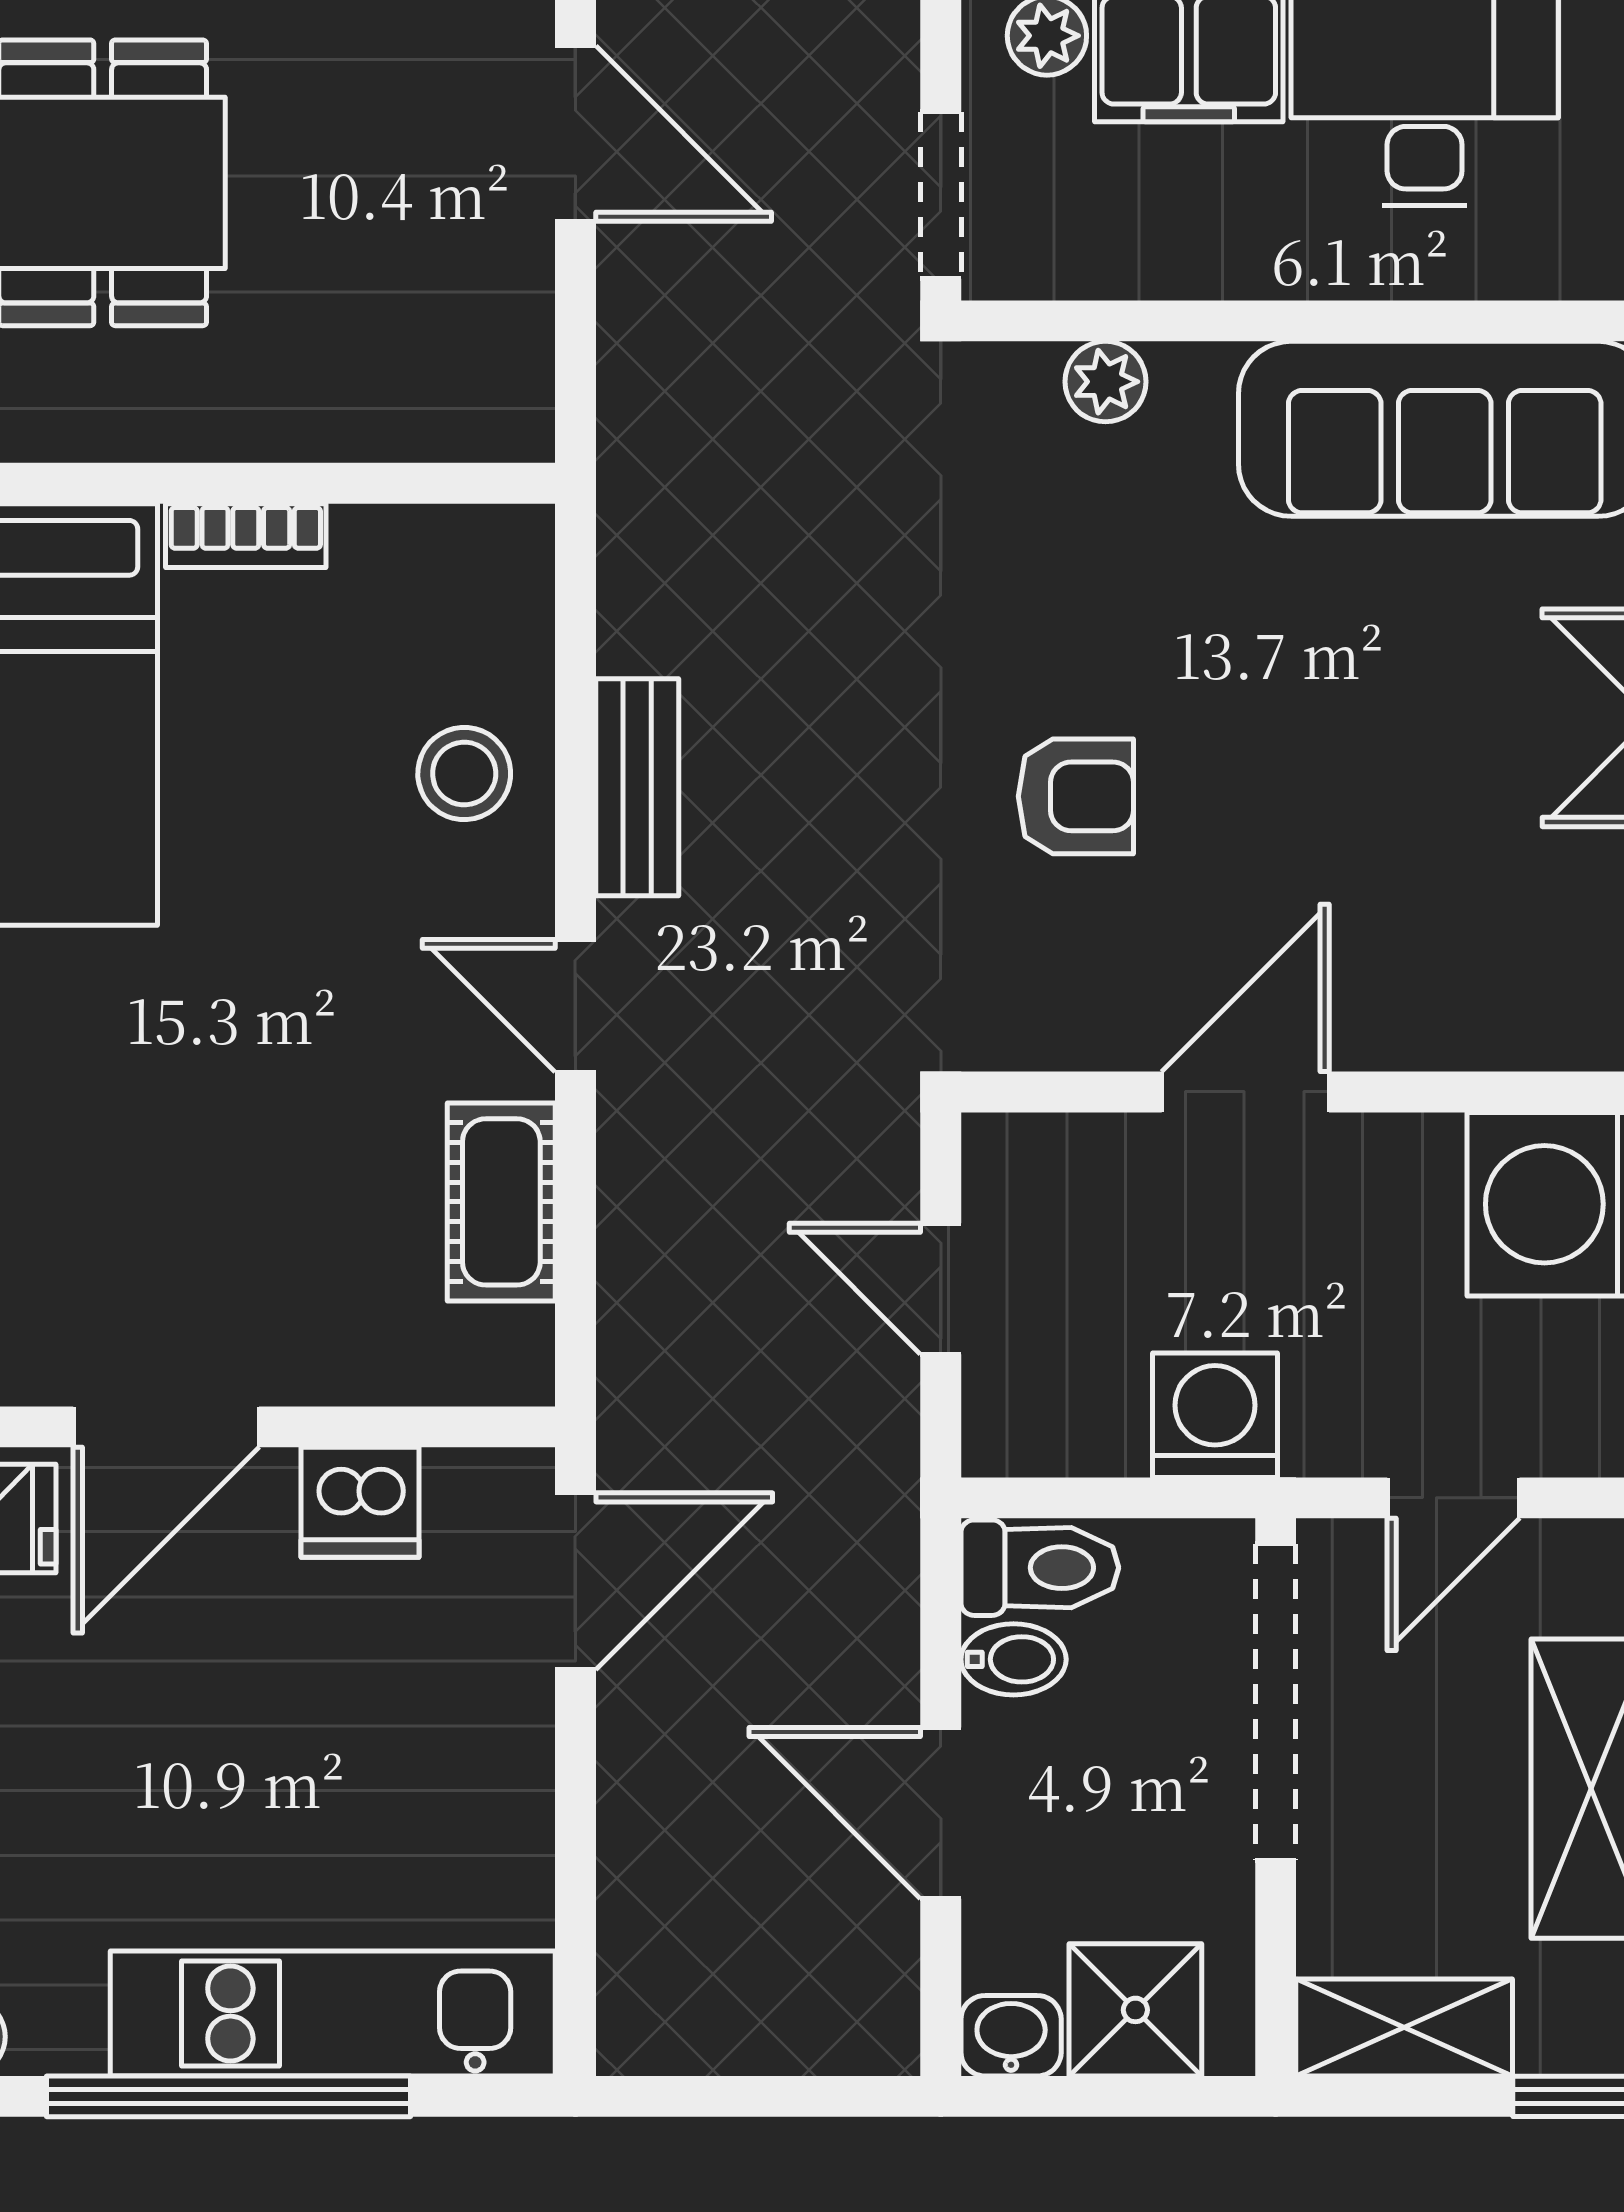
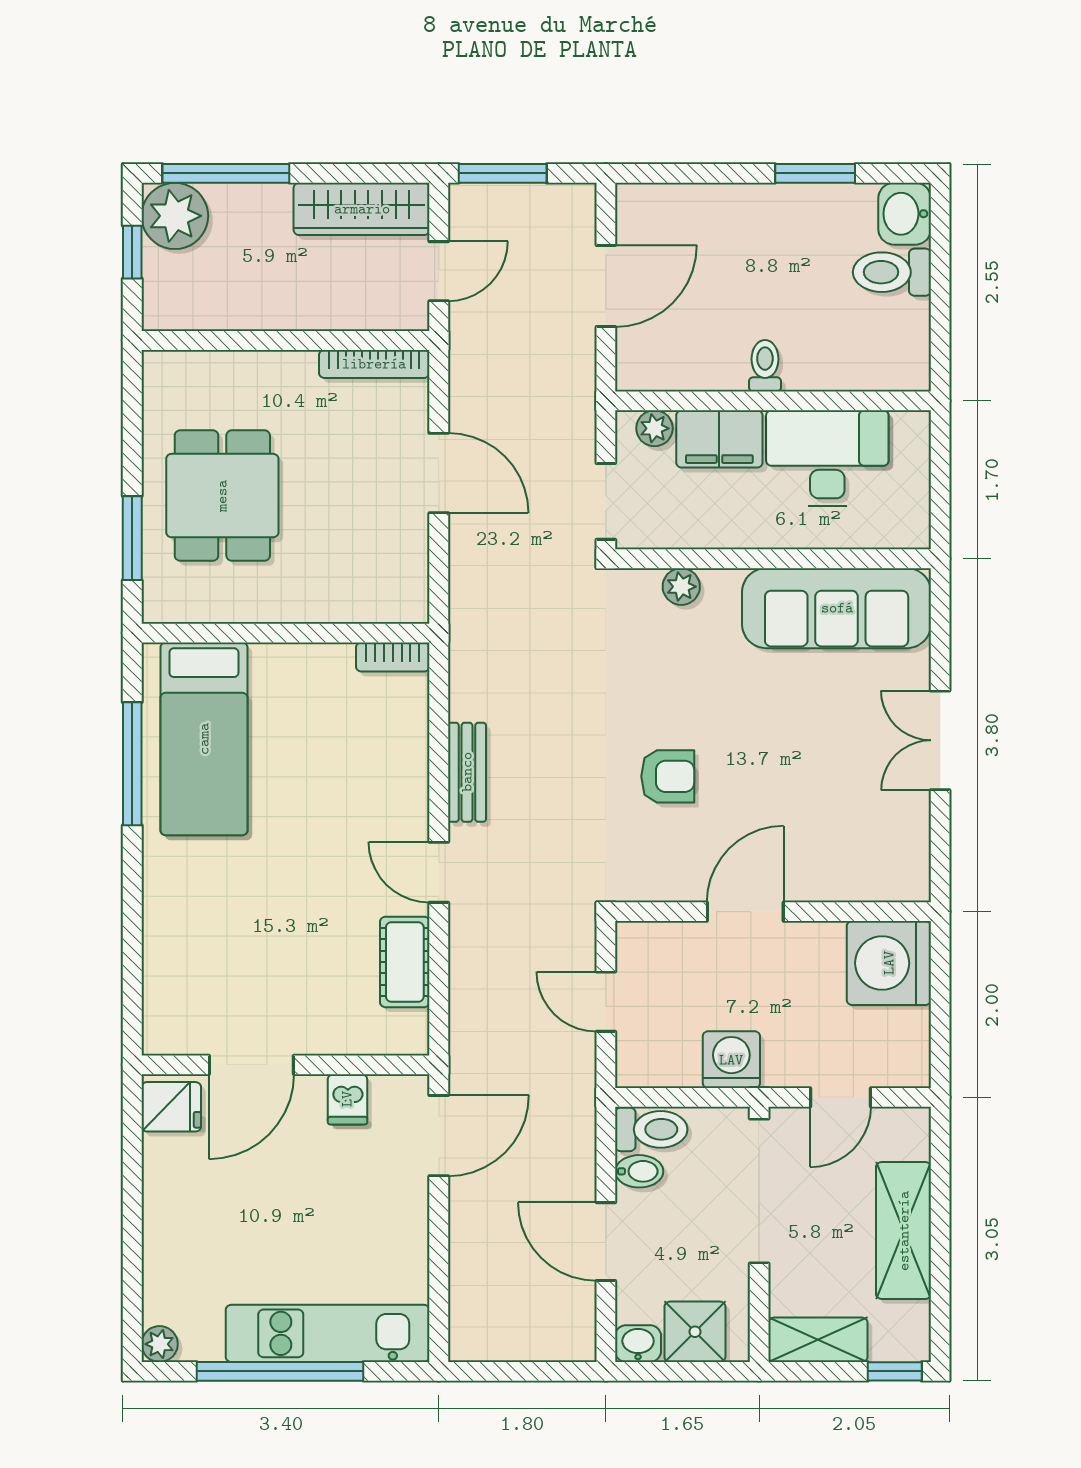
bookcase: (246, 536) -> (393, 657), moved
stool: (464, 774) -> (388, 766), removed
dishwasher: (360, 1502) -> (347, 1099), width x0.73

